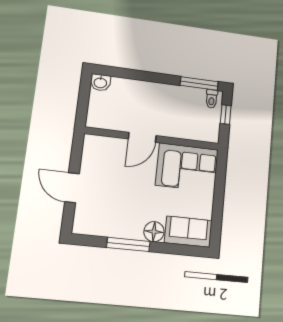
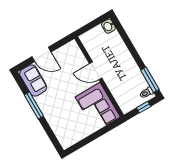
door: (72, 188) -> (41, 54), swing flipped
floor lamp: (154, 232) -> (50, 114), removed
sofa: (188, 232) -> (33, 81), moved

